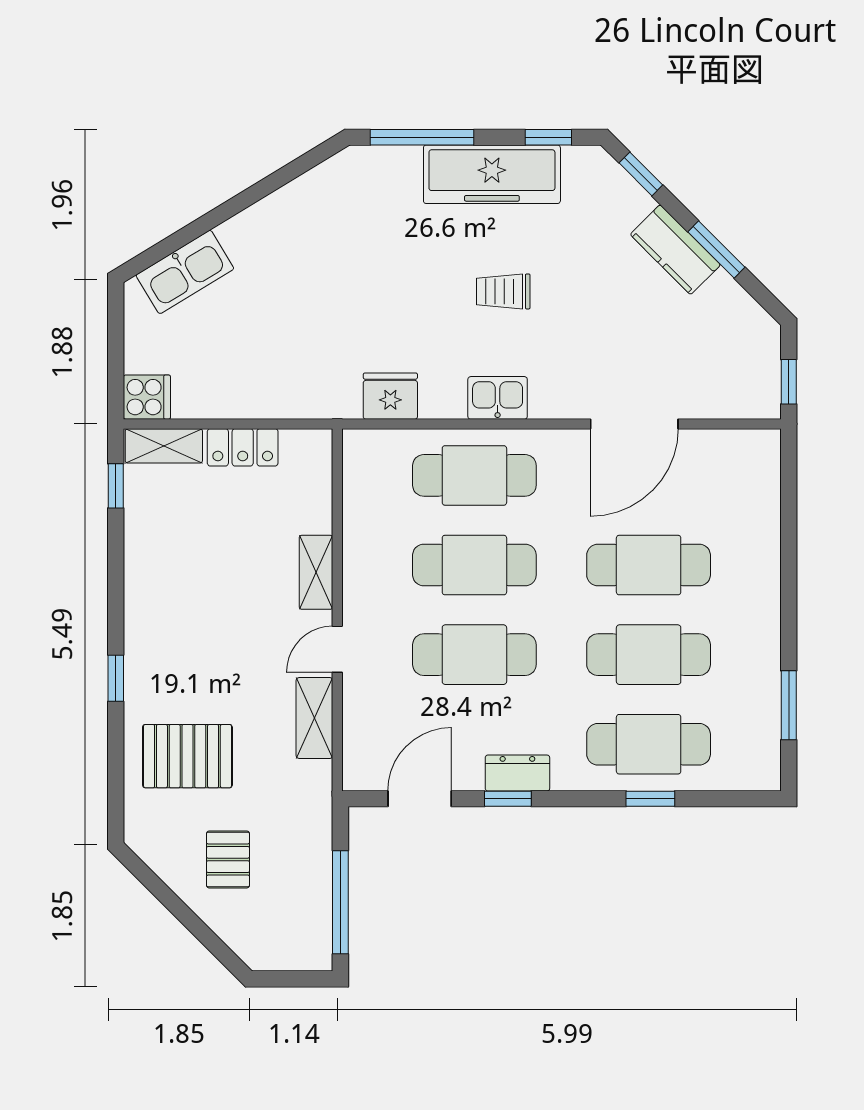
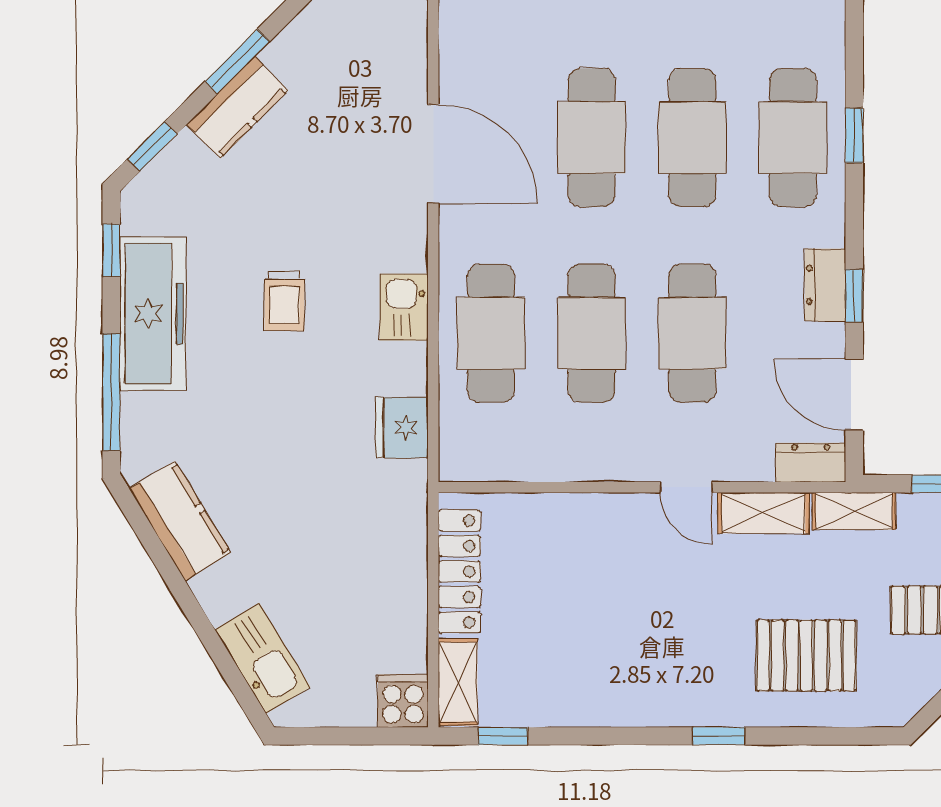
kitchen counter: (307, 198) -> (180, 521), added
locker: (243, 447) -> (459, 571), width x1.53
shelving: (316, 572) -> (854, 511), moved
pallet: (187, 756) -> (806, 655), turned 90
dresser: (359, 760) -> (811, 462), added

